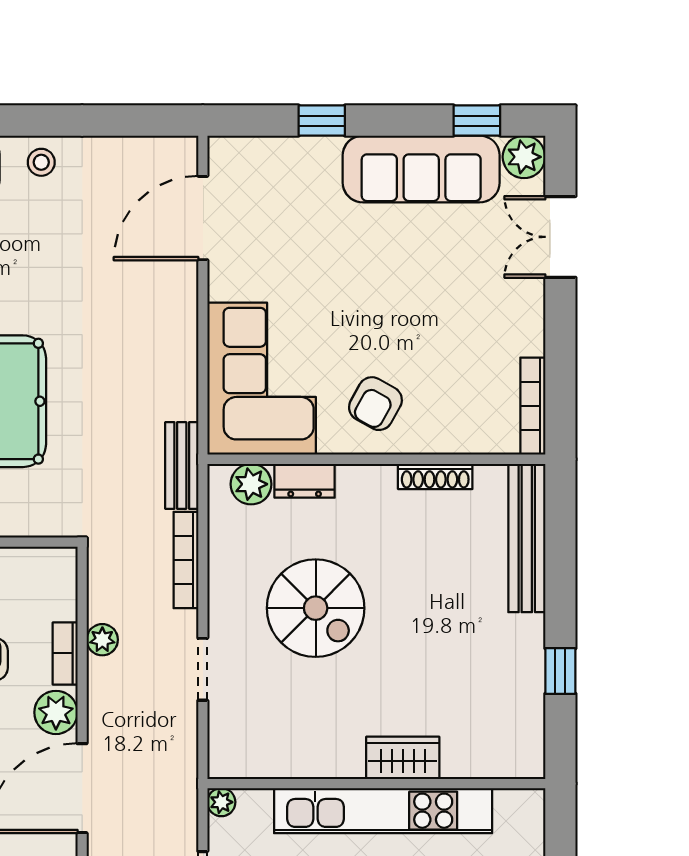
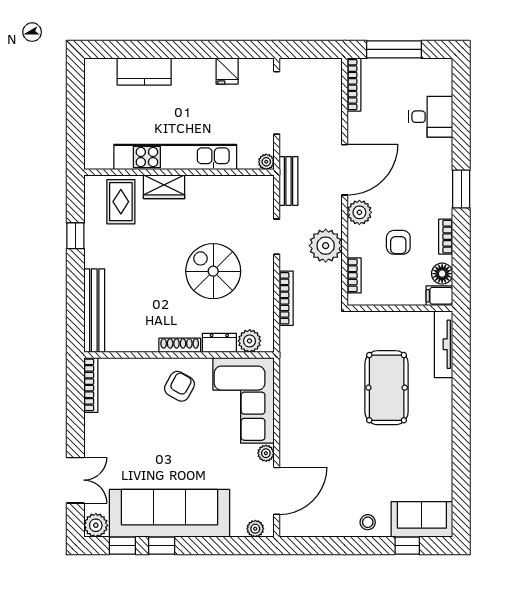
window: (322, 121) -> (162, 546), moved
plant: (241, 151) -> (255, 529), added
sofa: (421, 169) -> (170, 513), width x1.36, depth x1.27
plant: (222, 285) -> (266, 453), added
bench: (182, 465) -> (289, 181), moved
shoe rack: (435, 476) -> (180, 345), moved
plant: (102, 640) -> (326, 246), width x1.88, depth x1.88
bookcase: (65, 653) -> (354, 275), moved
rug: (479, 731) -> (121, 202), added

